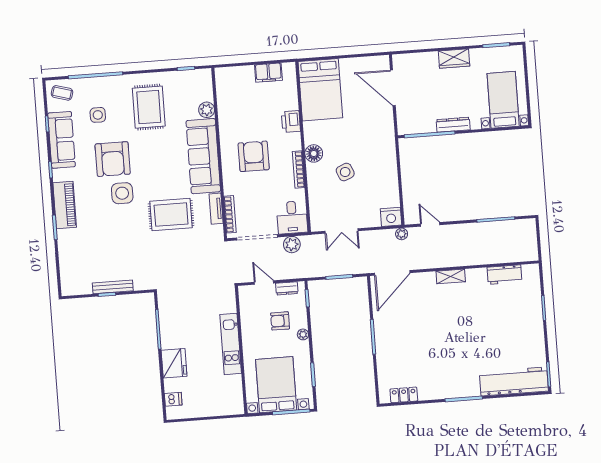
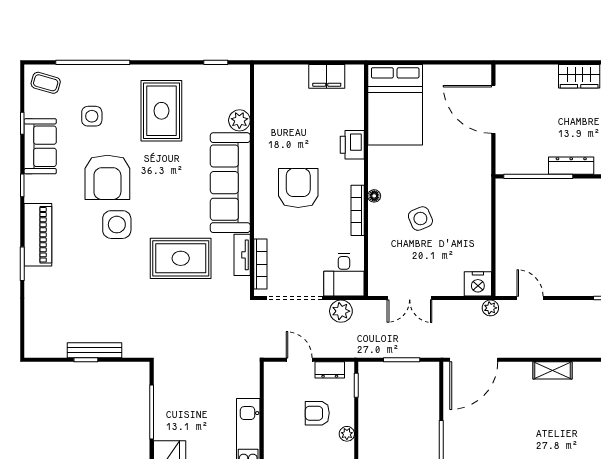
sofa: (61, 140) -> (40, 146), width x0.73
floor lamp: (314, 153) -> (374, 196), width x0.53, depth x0.53

